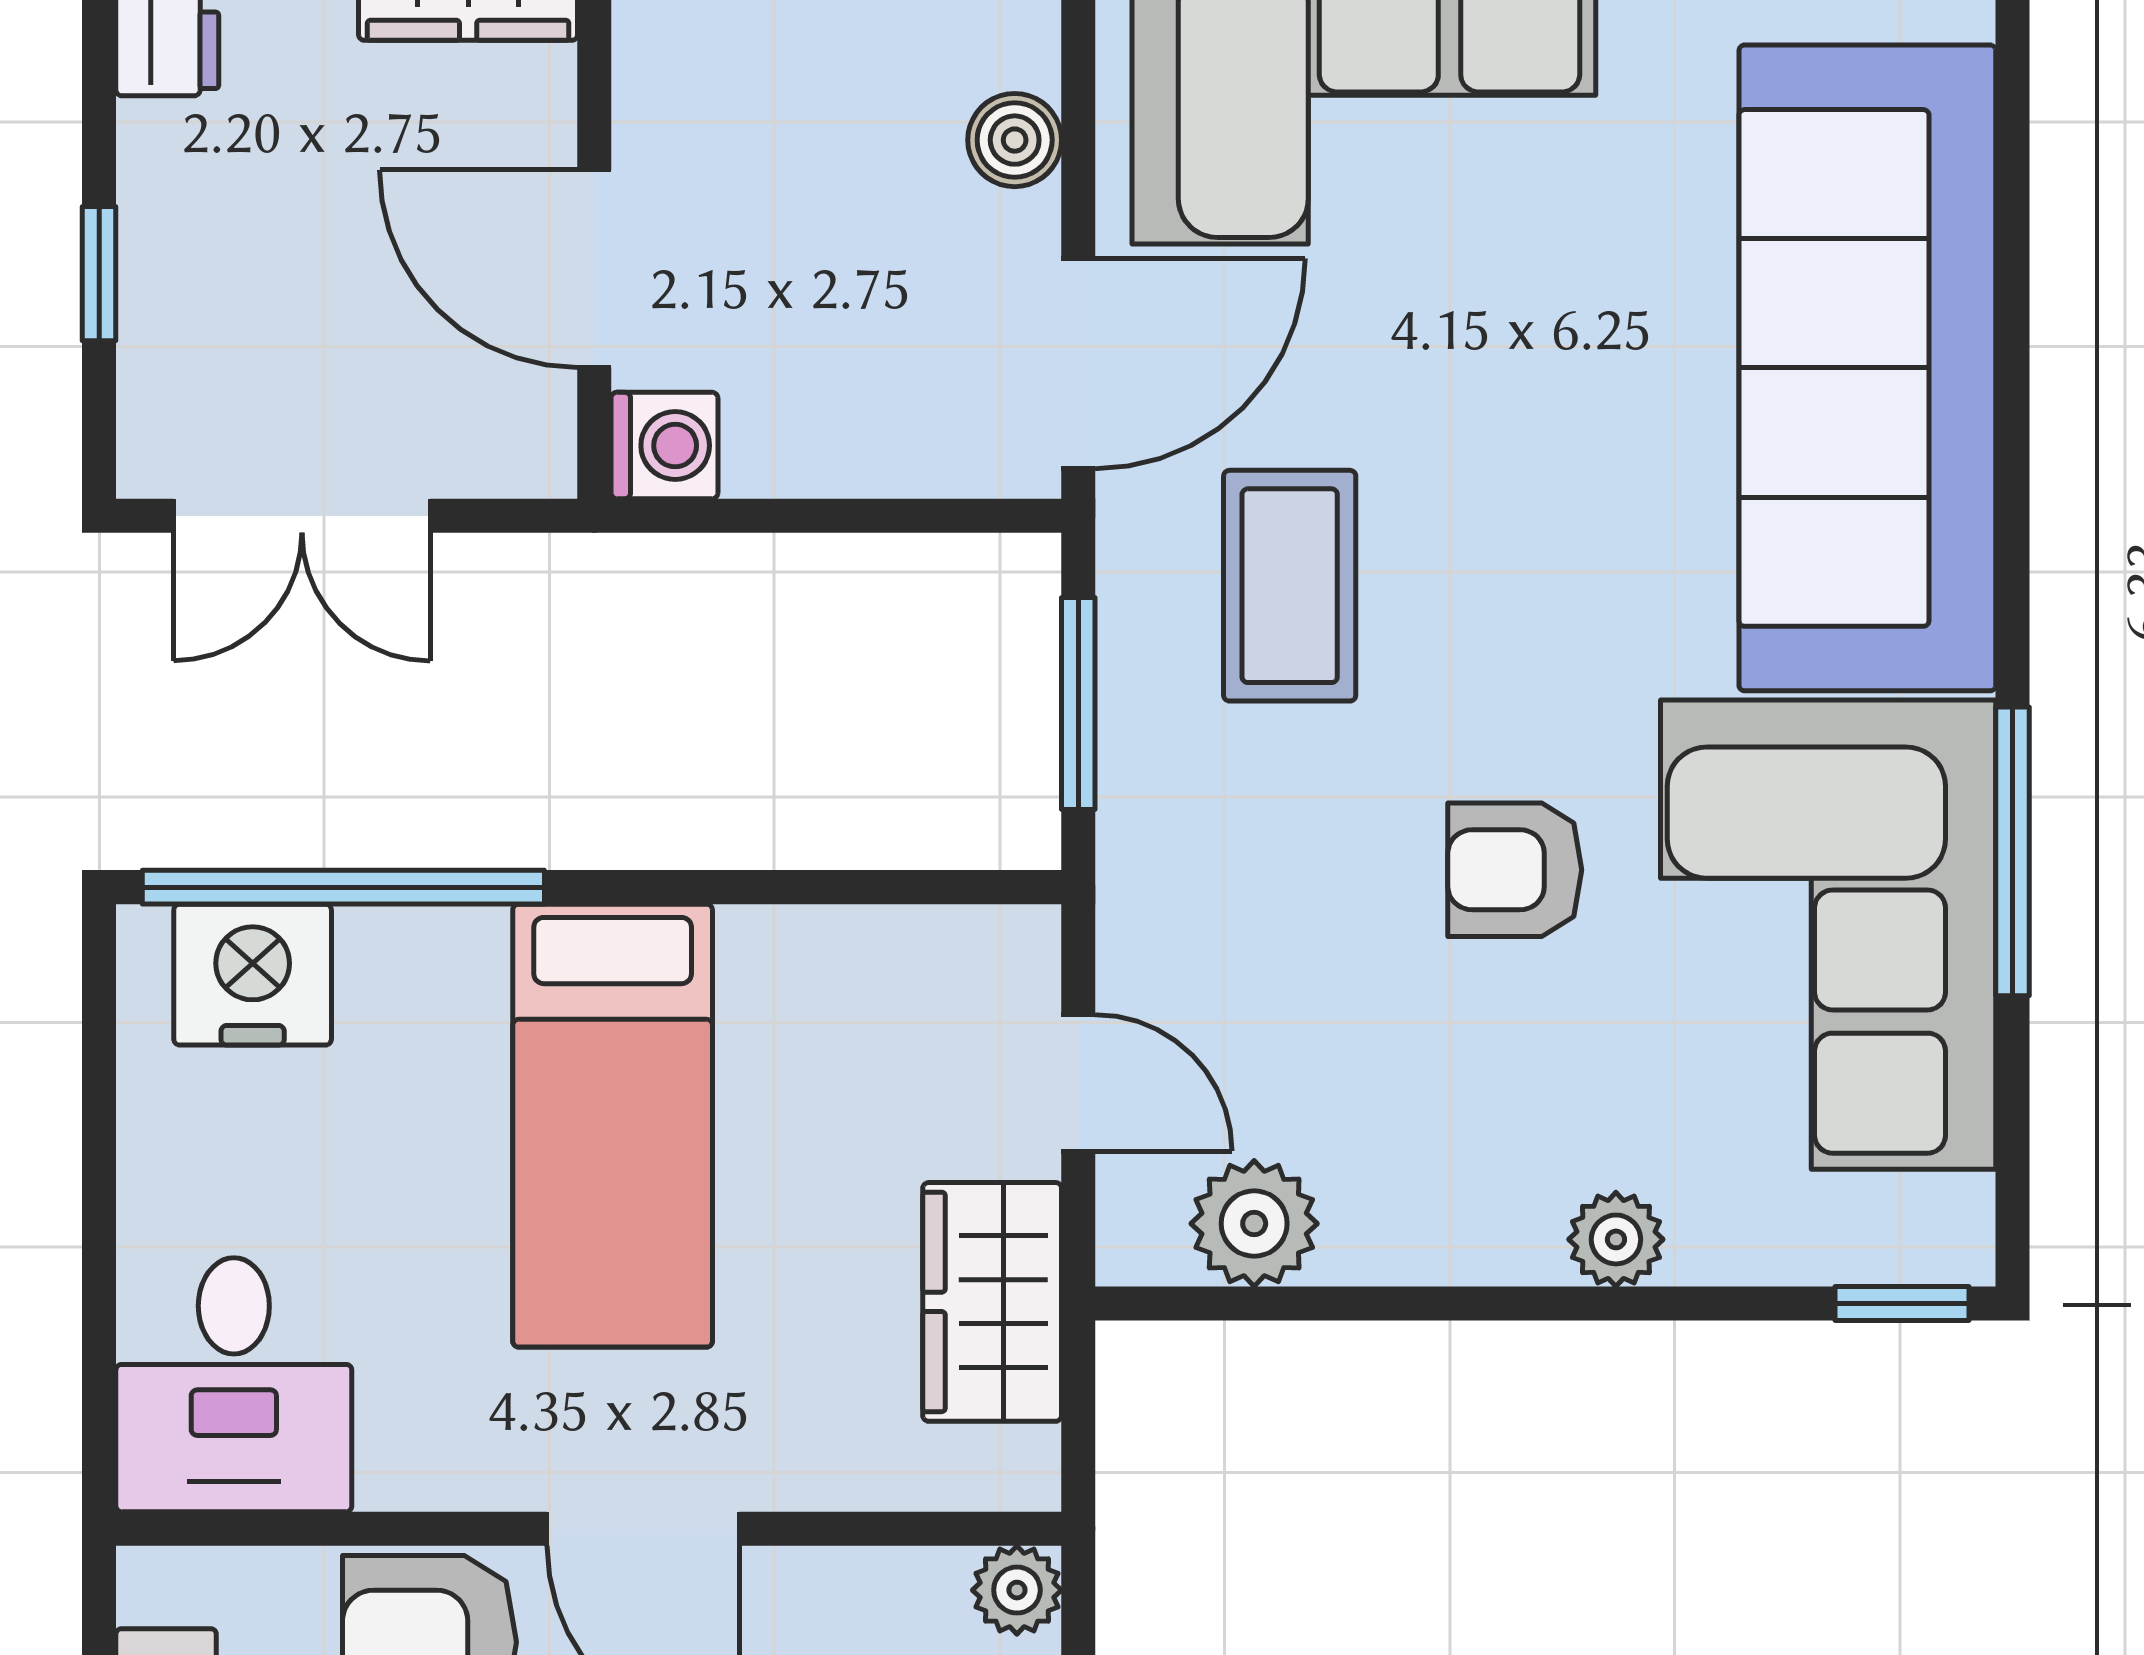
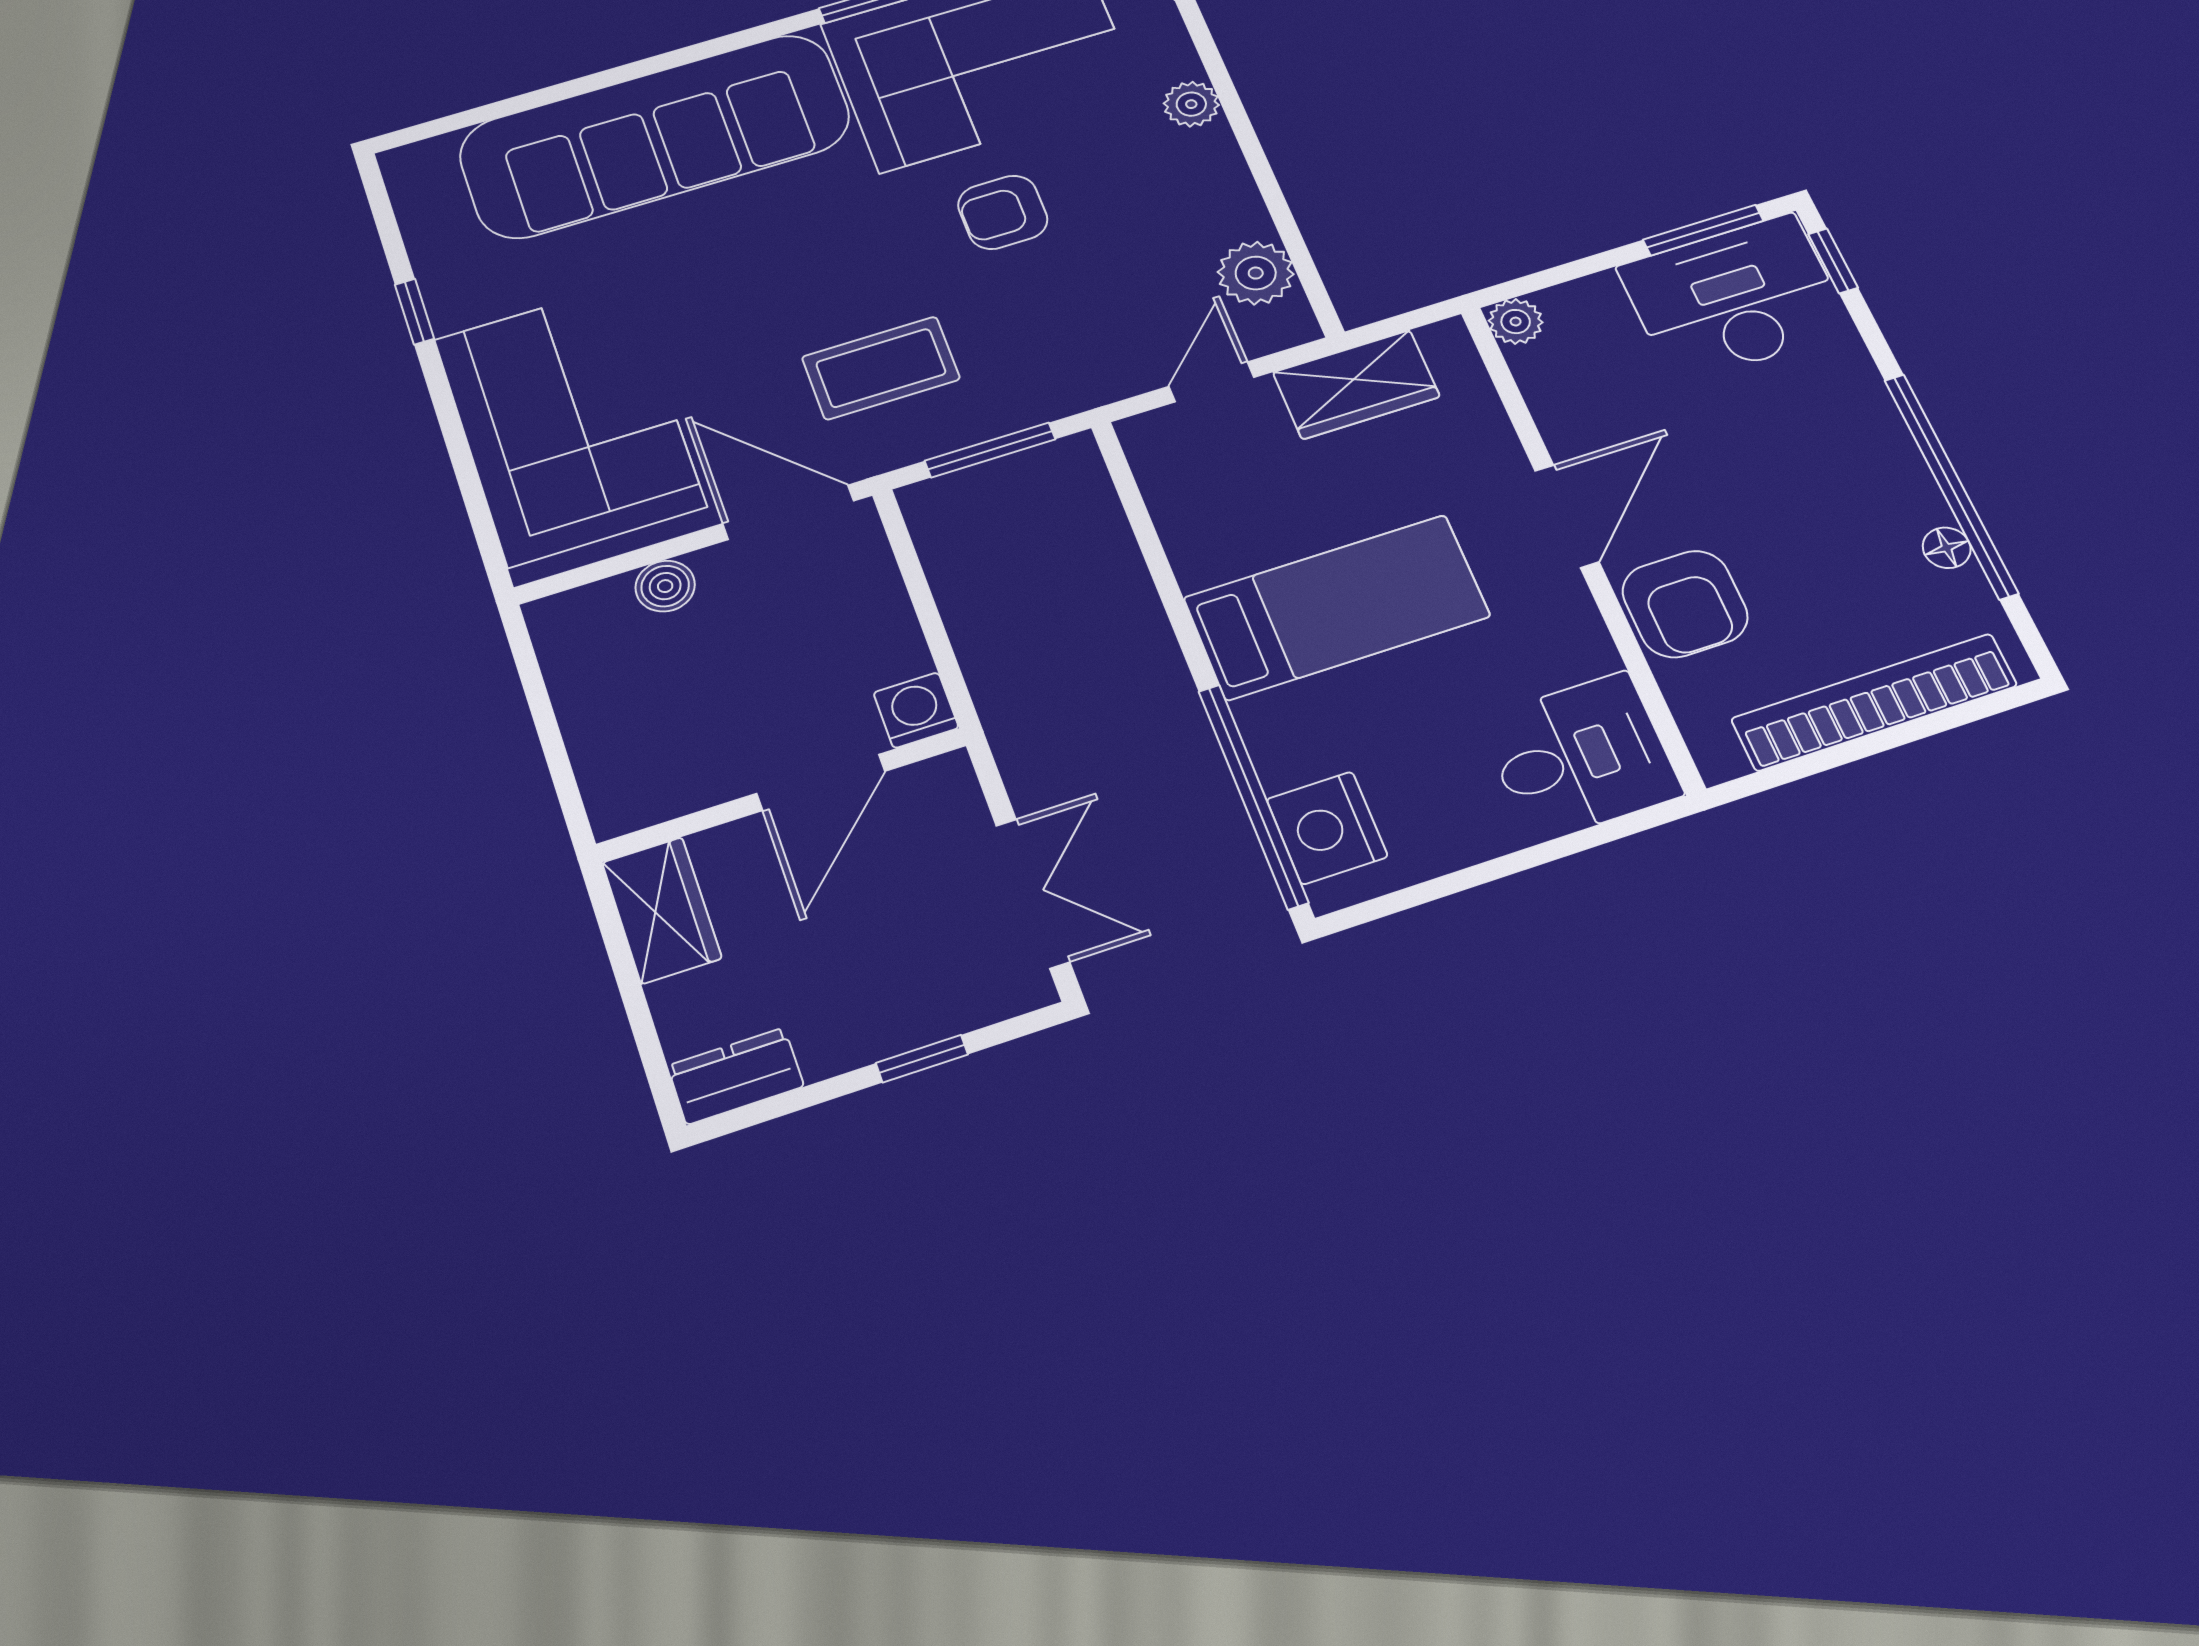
armchair: (1515, 870) -> (1003, 212), turned 90

